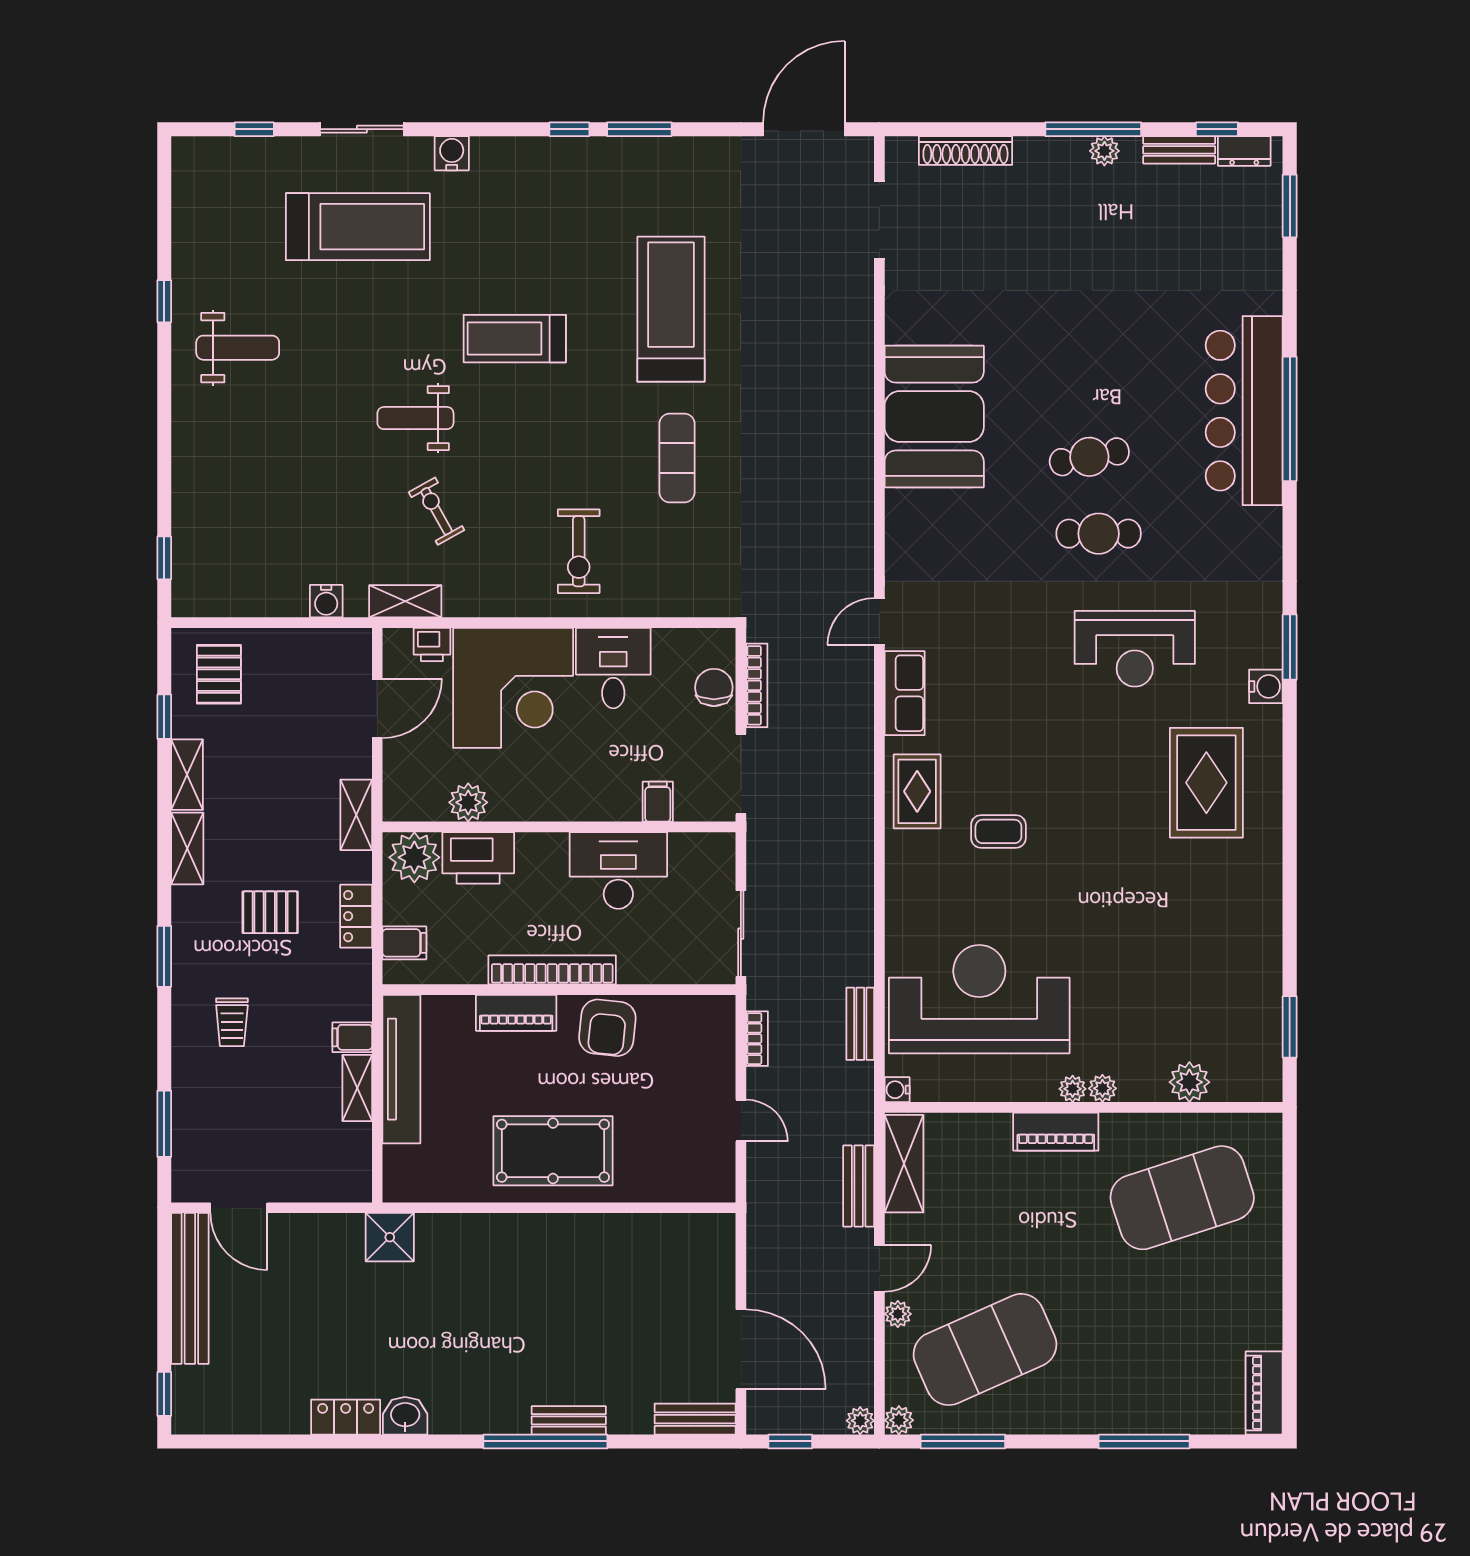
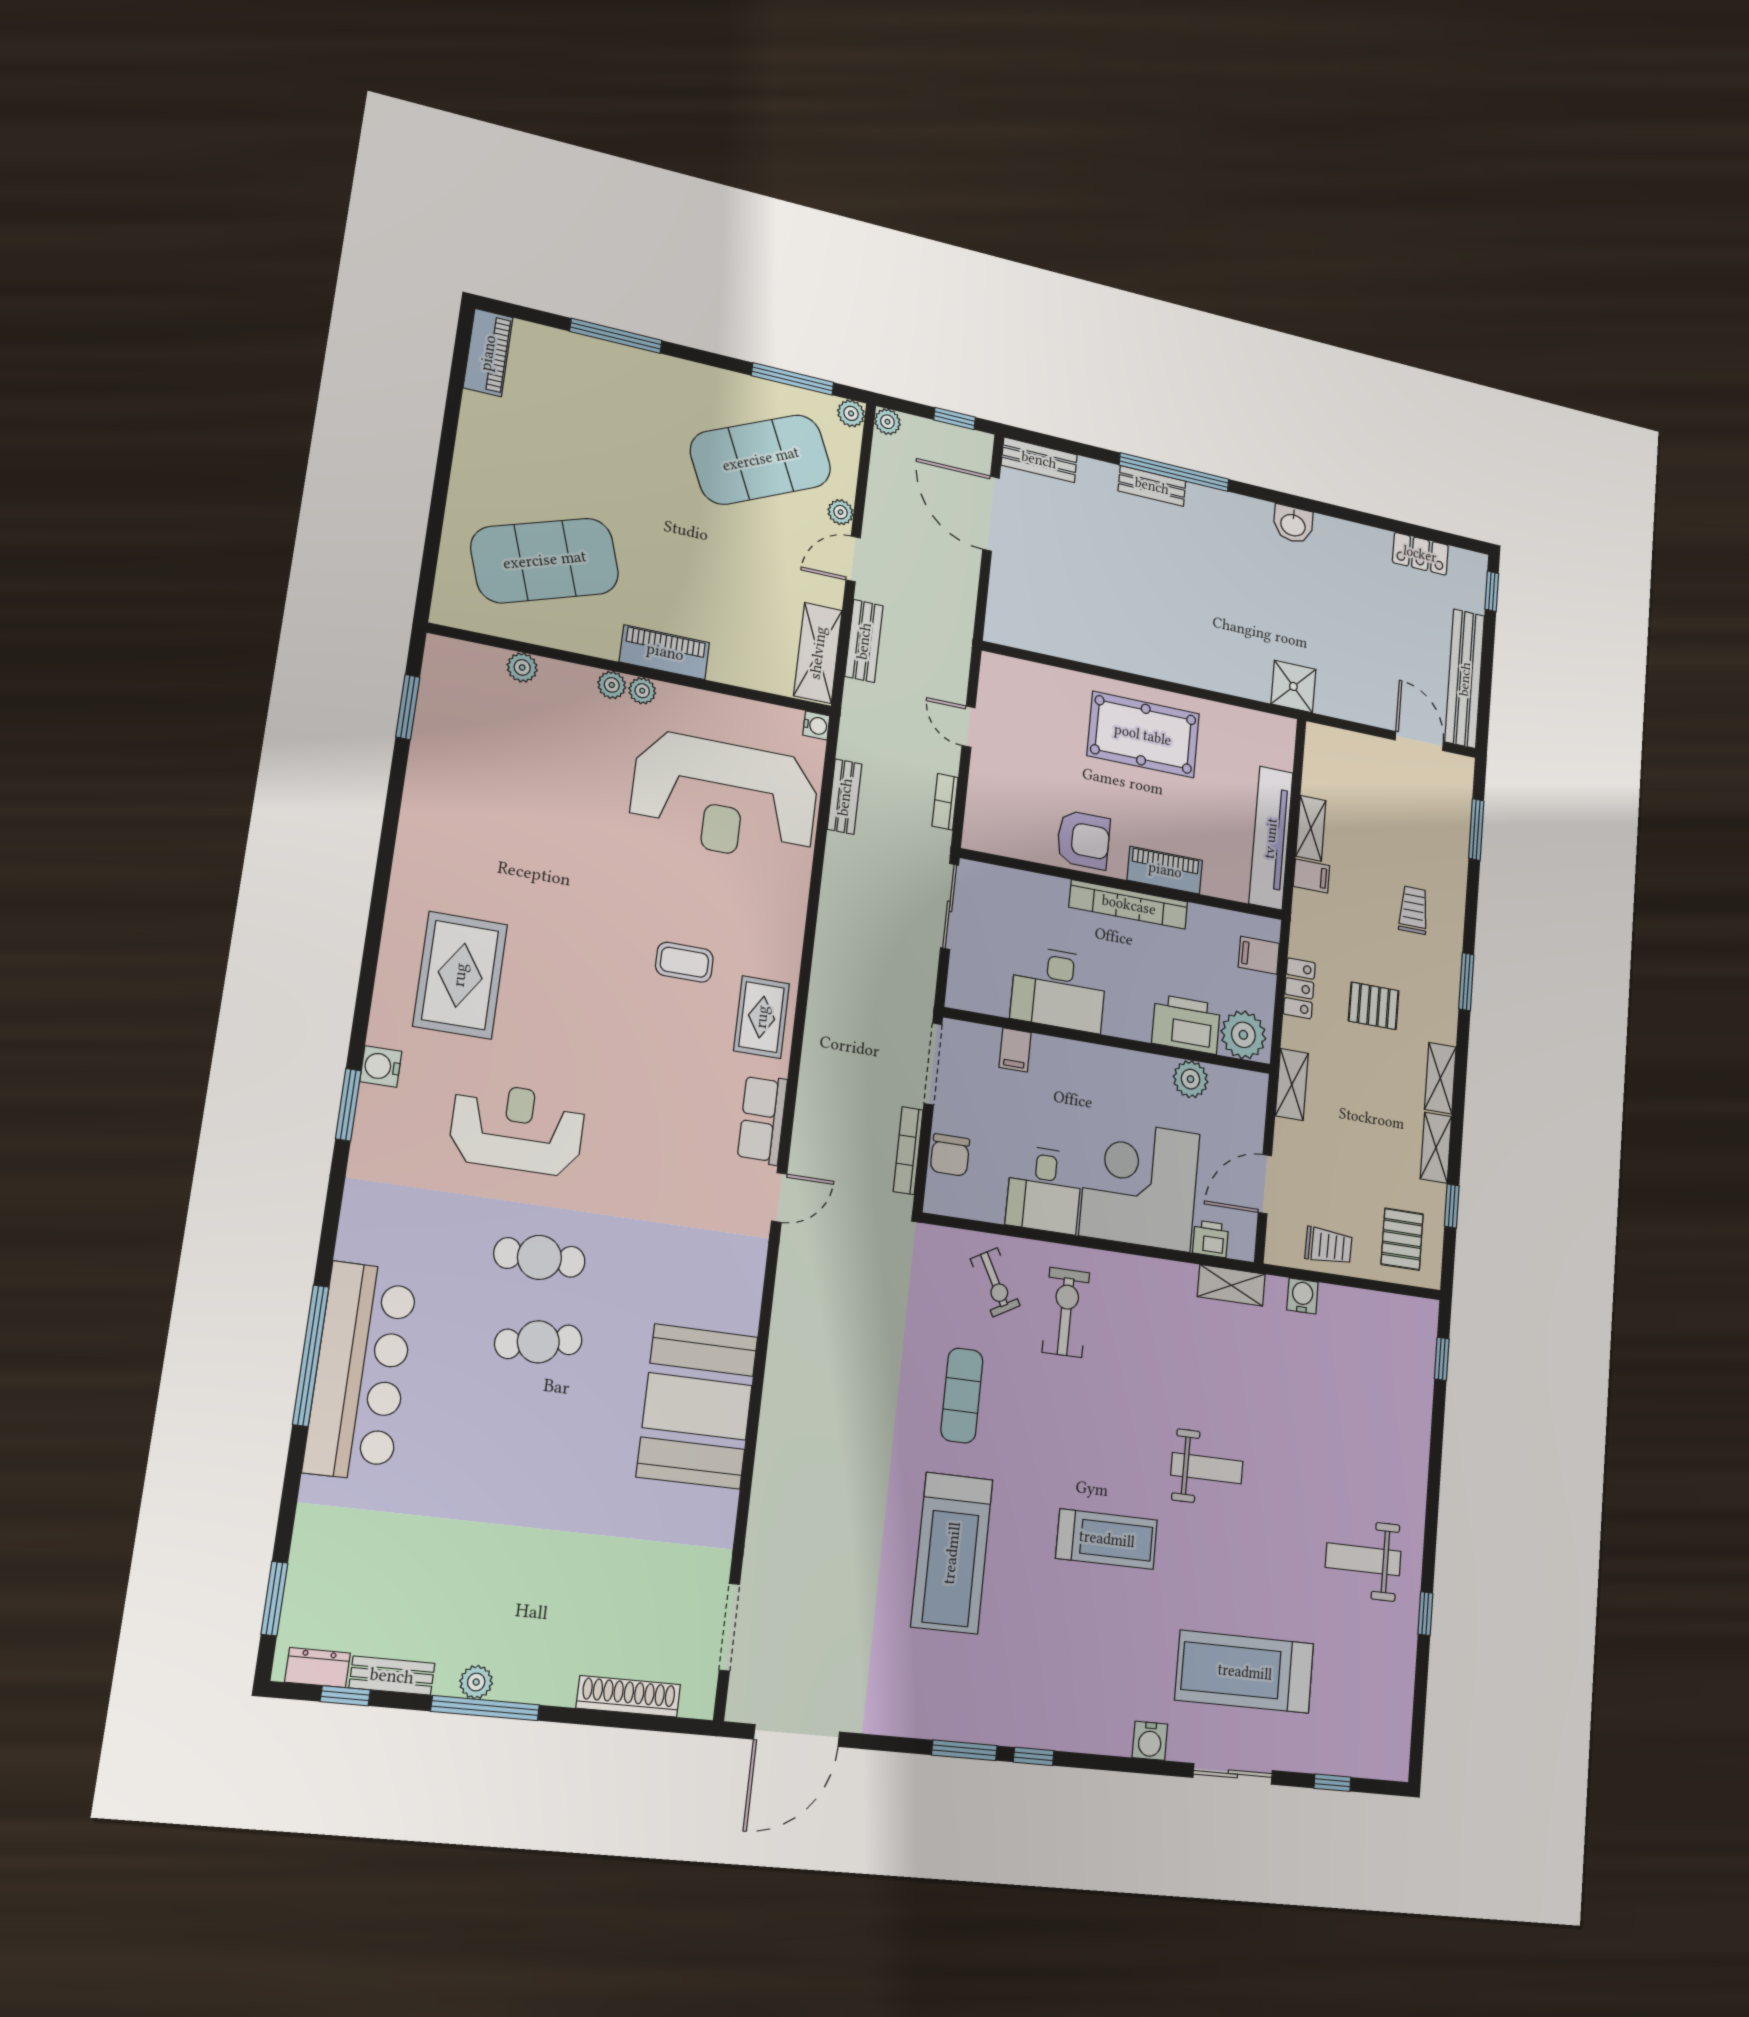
exercise bike: (437, 511) -> (995, 1282), moved
trolley: (301, 656) -> (1329, 1246), added
armchair: (607, 1028) -> (1083, 840), turned 84
plant: (1189, 1082) -> (522, 667), width x0.73, depth x0.73
locker: (346, 1417) -> (1420, 554), moved

